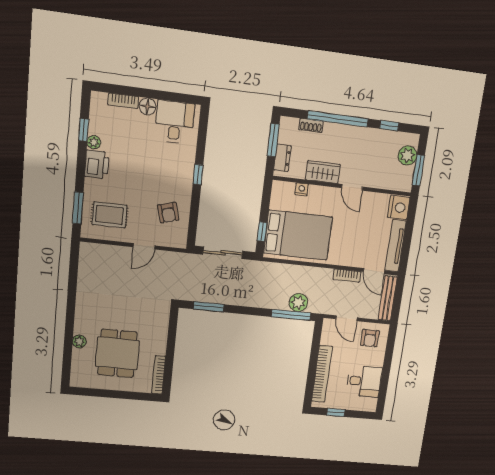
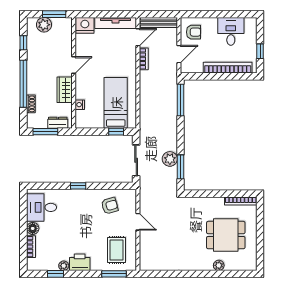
bed: (298, 235) -> (116, 103), width x0.67
plant: (298, 303) -> (170, 159), moved

